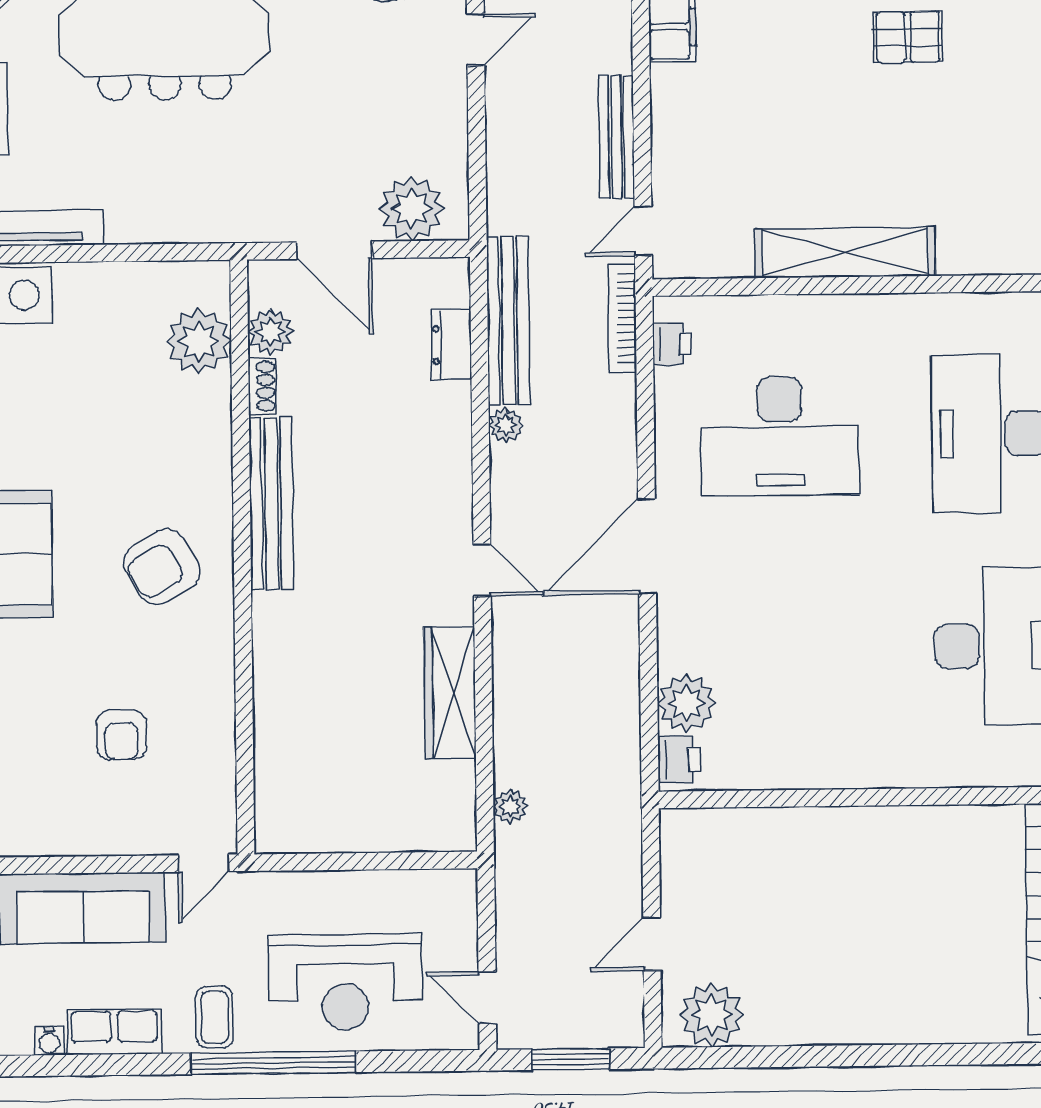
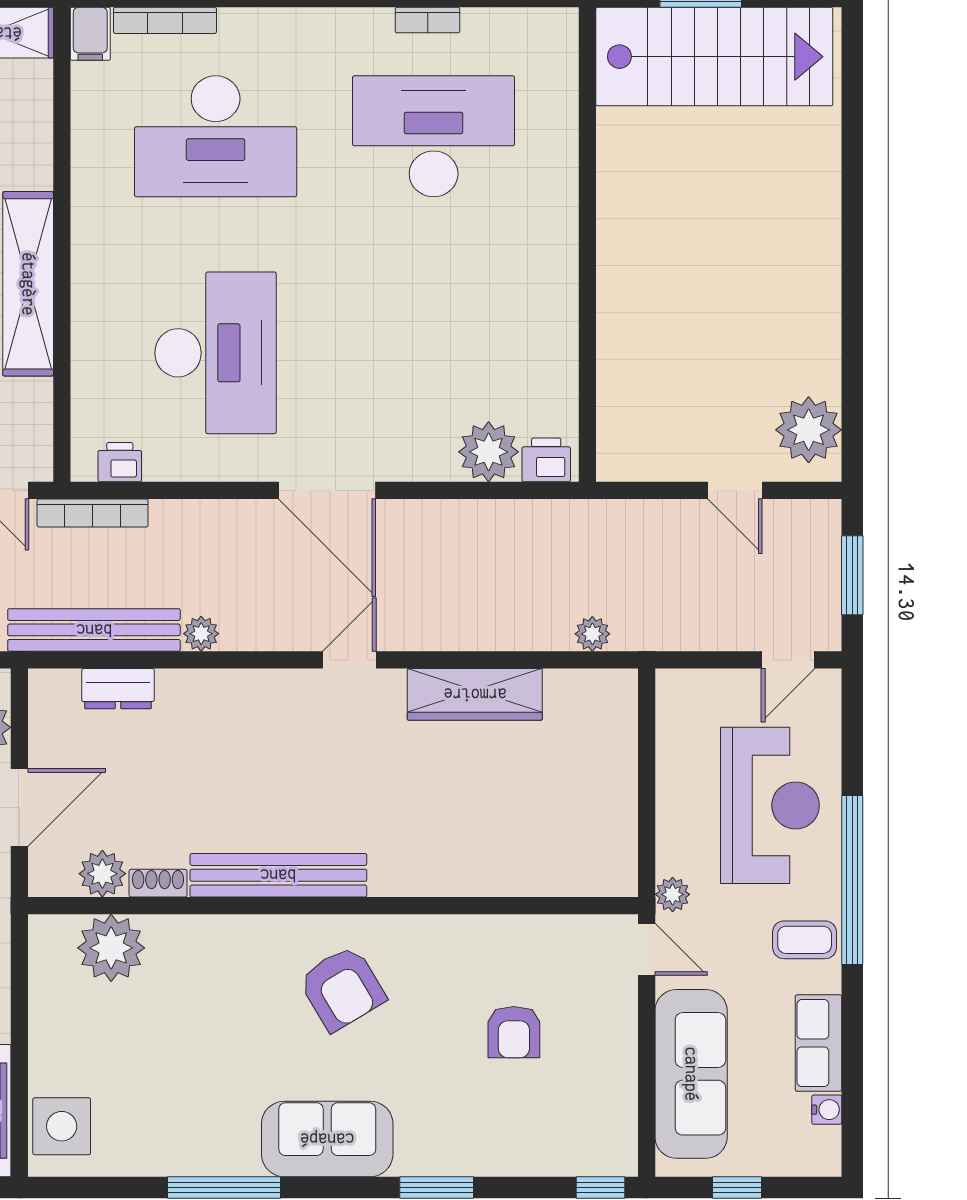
armchair: (121, 735) -> (514, 1032), turned 90
plant: (257, 888) -> (673, 894), added

